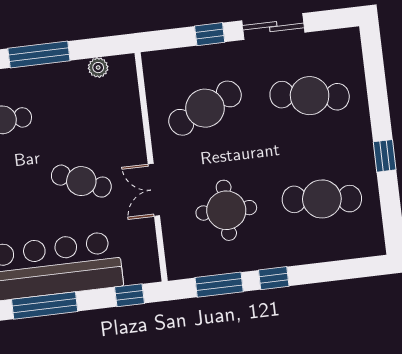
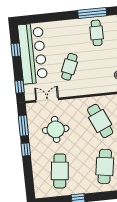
double door: (154, 190) -> (47, 100), moved
window: (45, 305) -> (16, 50), width x0.46

